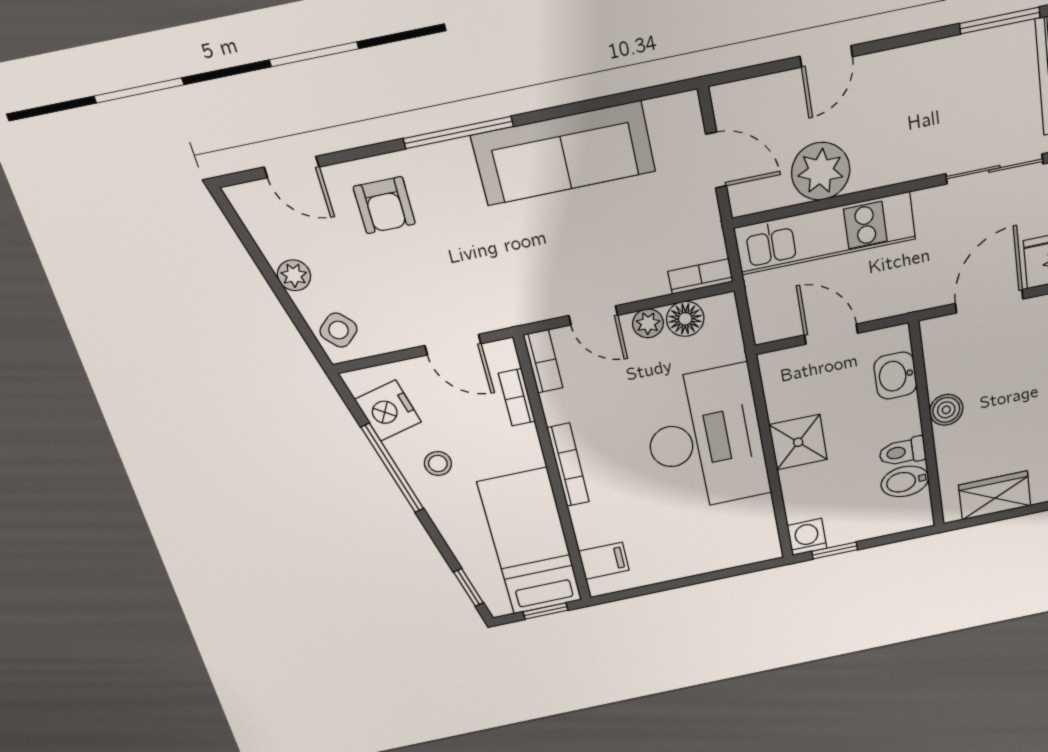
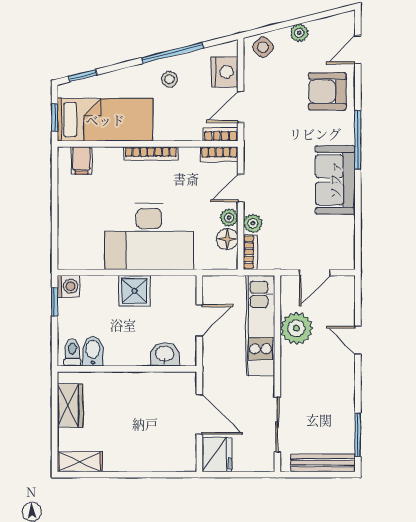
sofa: (564, 153) -> (335, 180), width x0.73
armchair: (384, 205) -> (327, 91), width x1.38, depth x1.38
plant: (650, 283) -> (253, 223), added
bookcase: (517, 397) -> (221, 134), moved
boiler: (946, 410) -> (135, 382), removed
nightstand: (388, 411) -> (224, 72), moved, turned 104
toilet: (902, 452) -> (72, 352), moved

